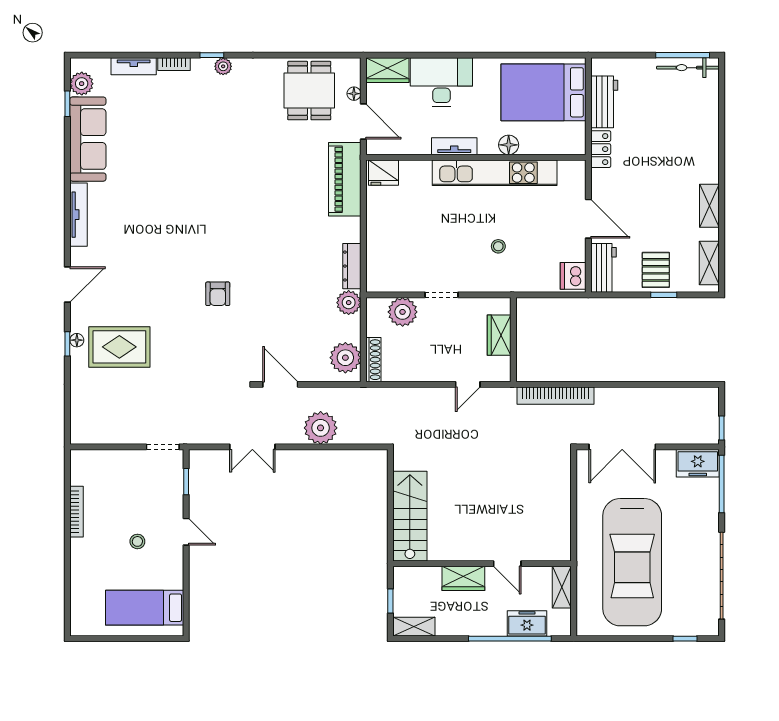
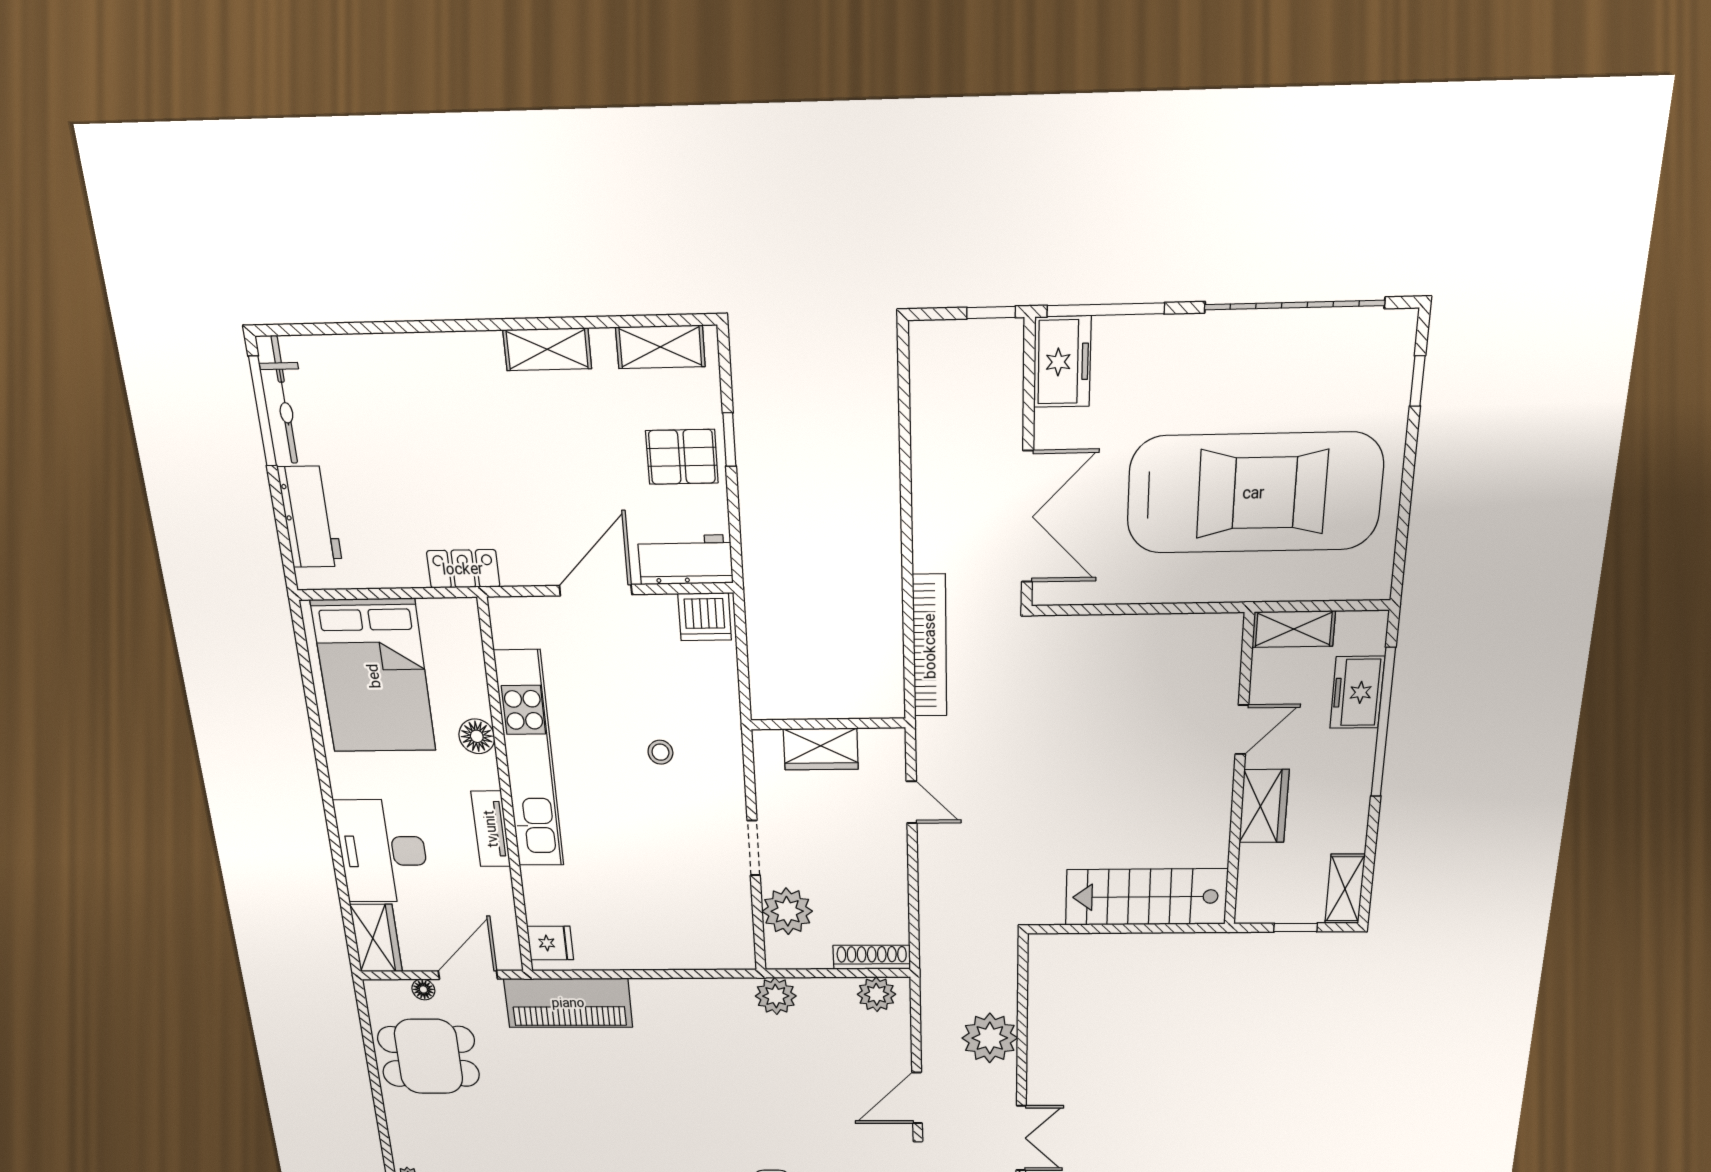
workbench: (604, 102) -> (310, 517), moved, turned 90
fridge: (384, 173) -> (550, 943), width x0.72
dresser: (352, 266) -> (713, 991), removed
plant: (345, 358) -> (877, 994), width x0.73, depth x0.73

